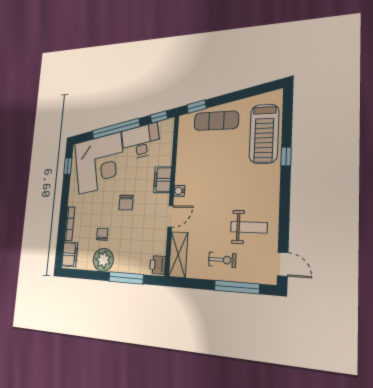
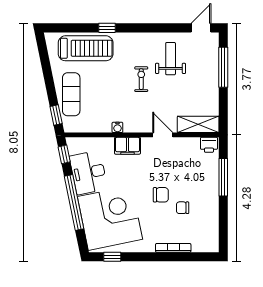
water cooler: (179, 191) -> (117, 127), moved
chair: (126, 203) -> (161, 195), moved
filing cabinet: (70, 254) -> (204, 244), removed
plant: (103, 260) -> (208, 204), removed
exercise bike: (222, 260) -> (141, 79), moved

